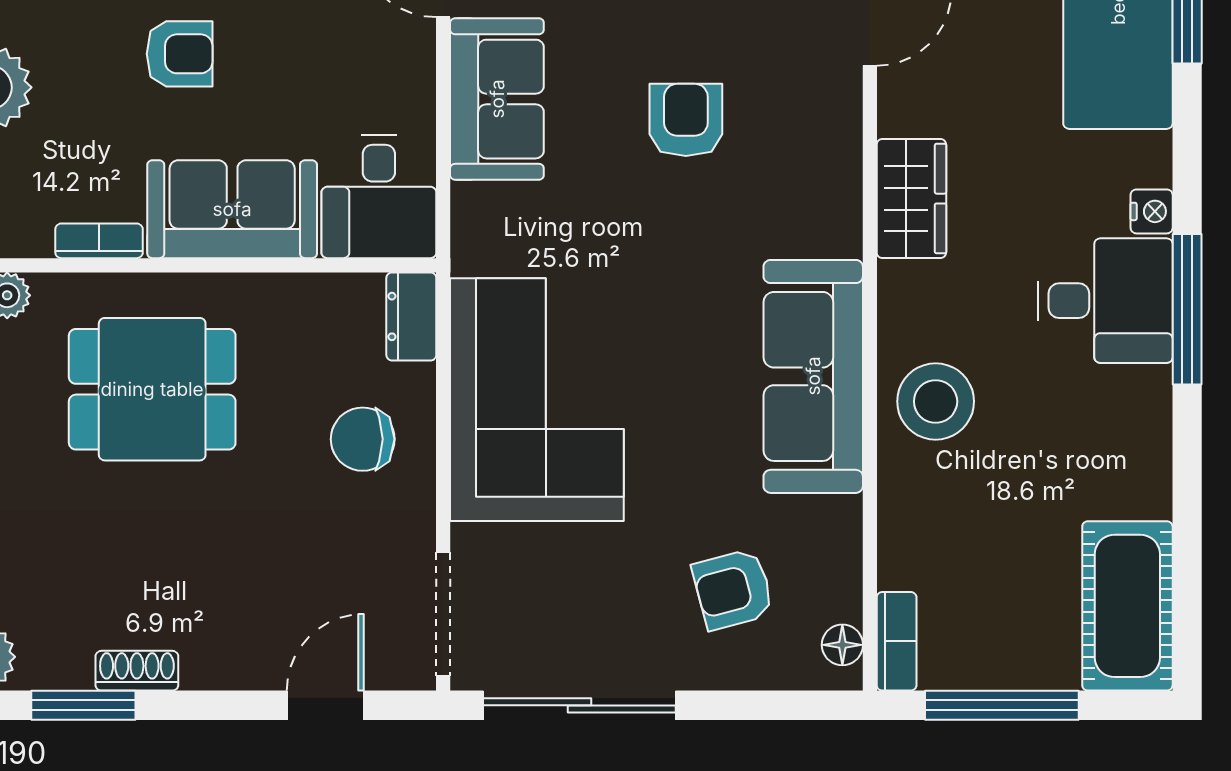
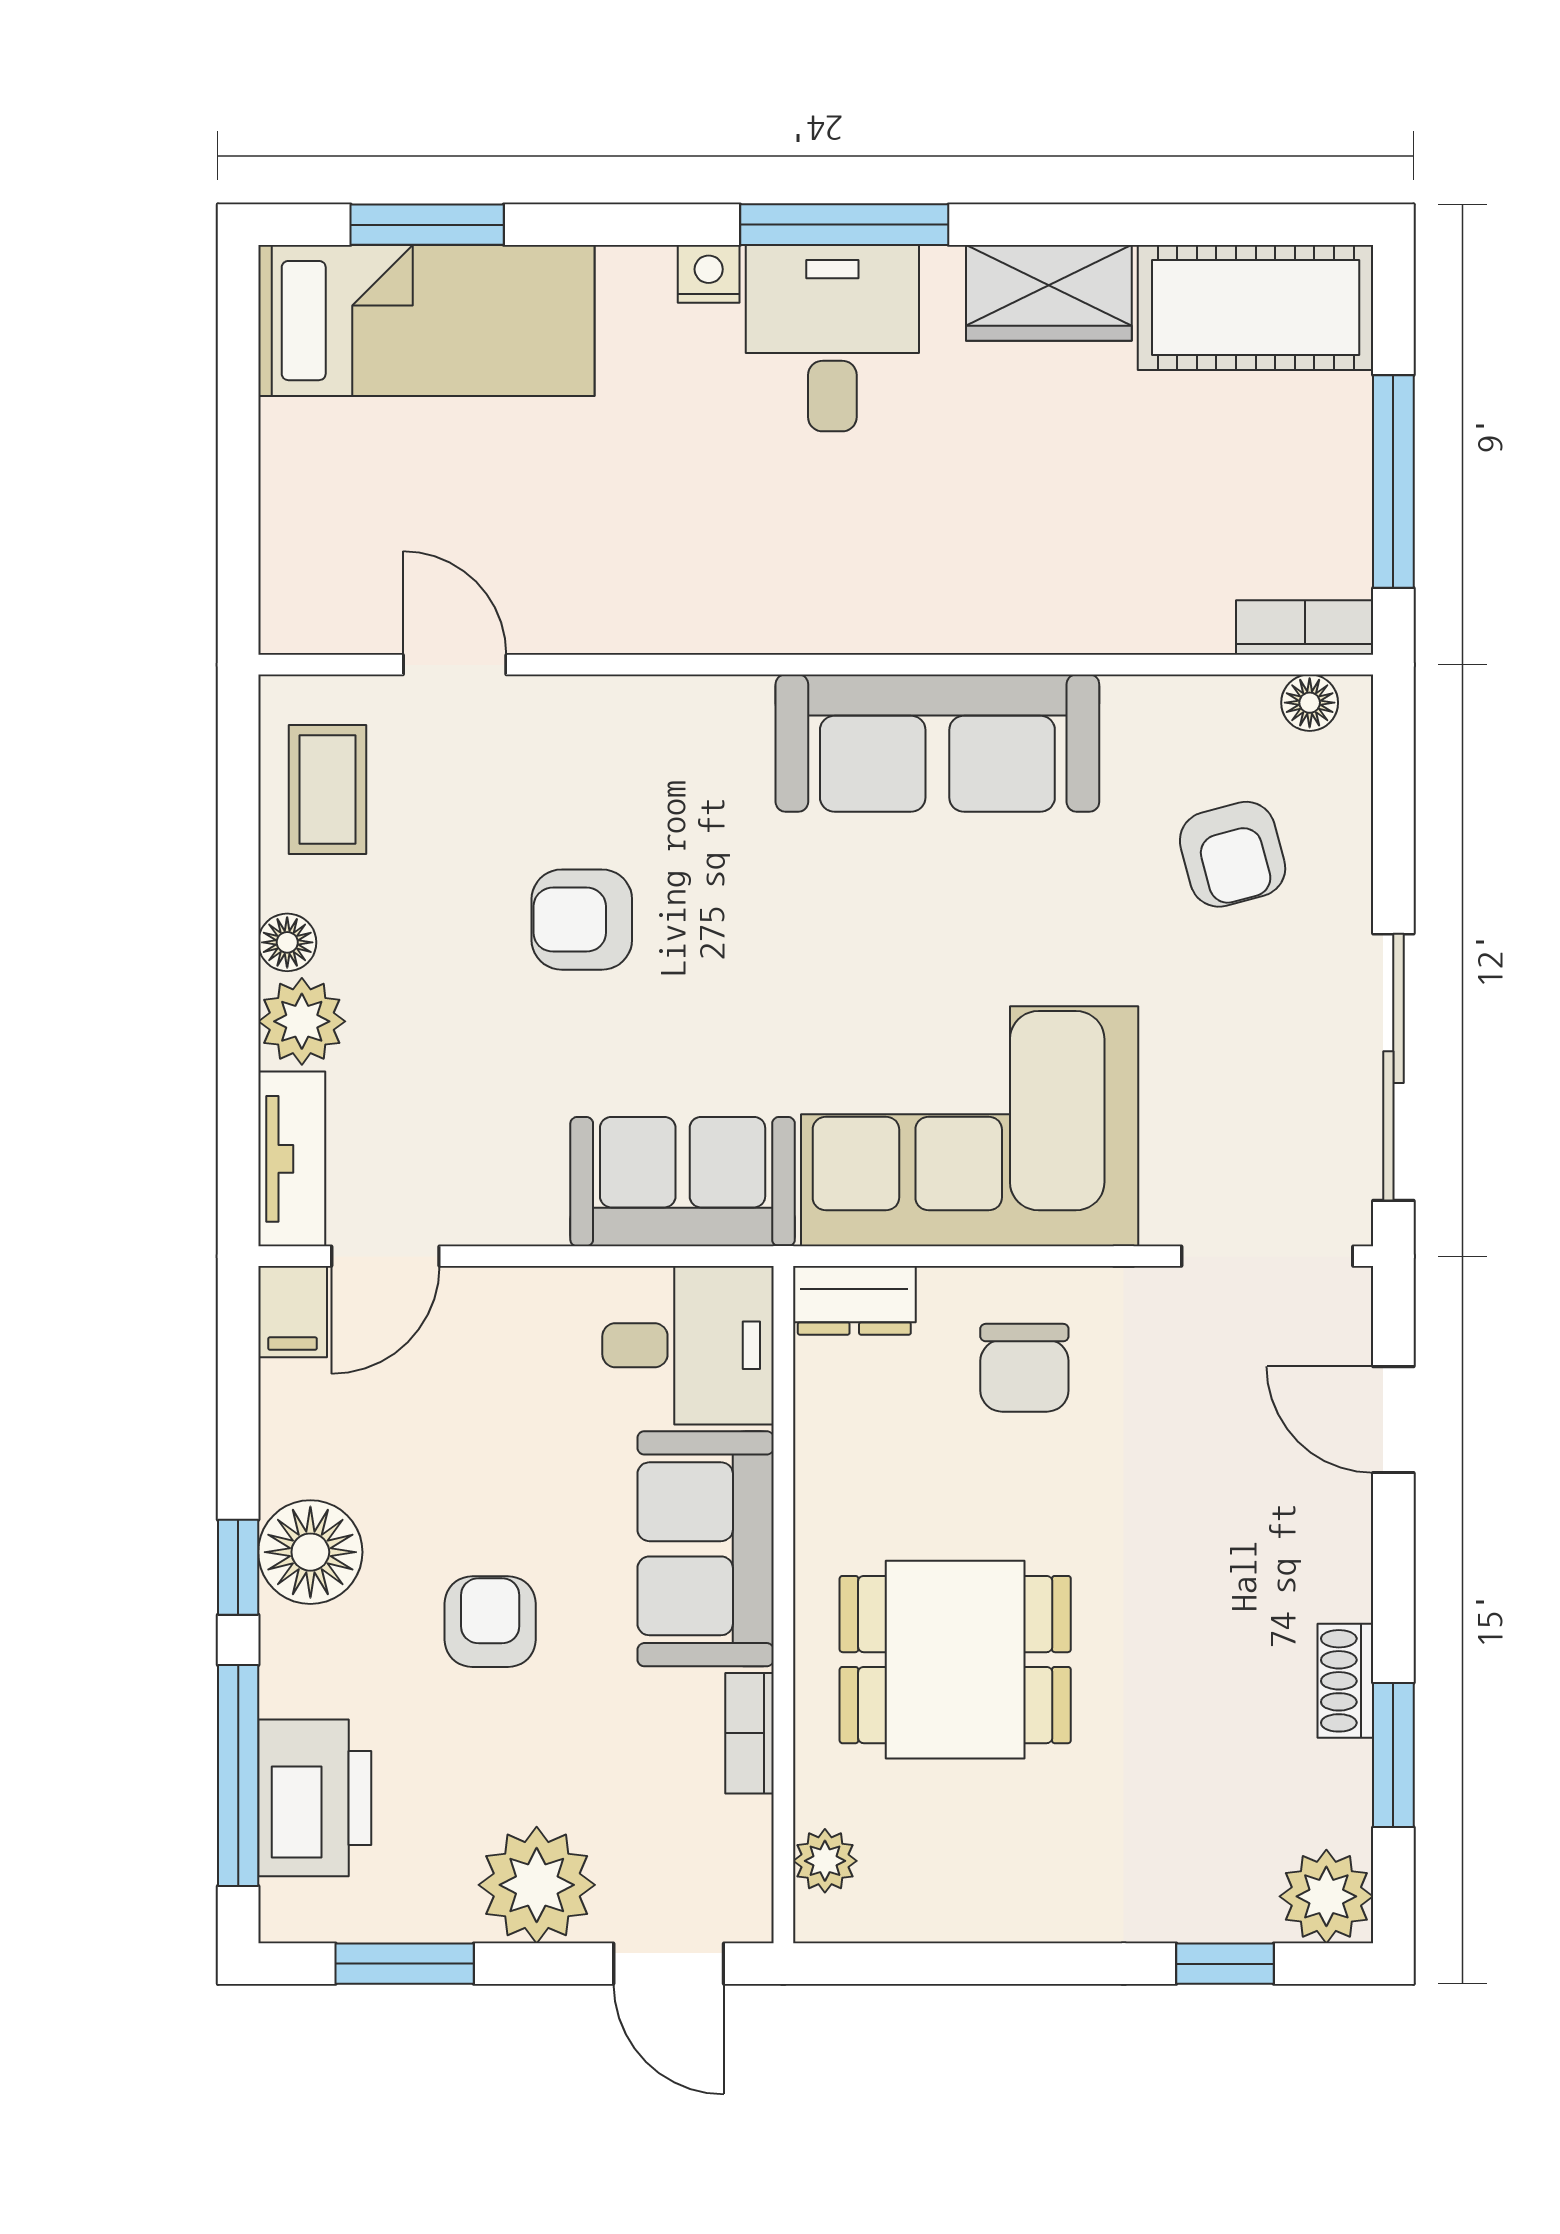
sofa: (497, 99) -> (683, 1182), moved
wardrobe: (911, 199) -> (1049, 293), moved, turned 180
dining table: (152, 389) -> (955, 1660), turned 90
stool: (936, 401) -> (972, 573), removed

